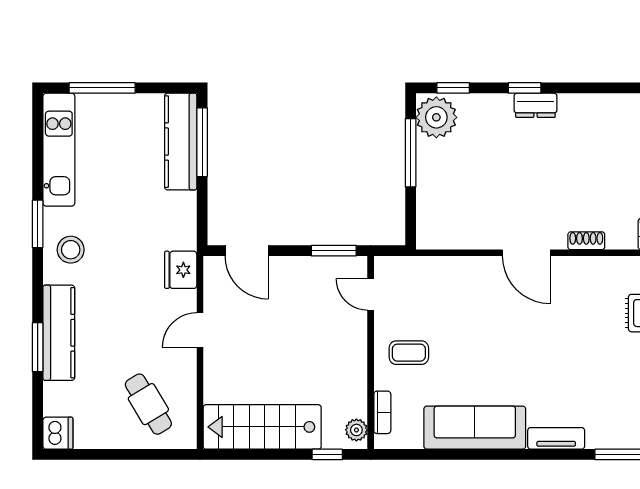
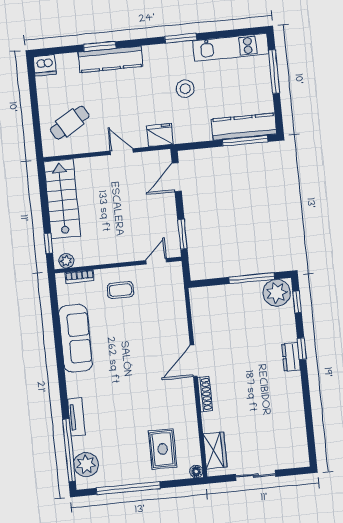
shoe rack: (586, 241) -> (205, 394), width x1.43
stool: (71, 250) -> (185, 89), moved
coffee table: (409, 353) -> (120, 290), turned 90
tv unit: (556, 438) -> (76, 417), moved

